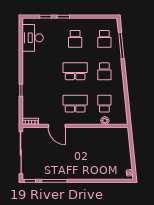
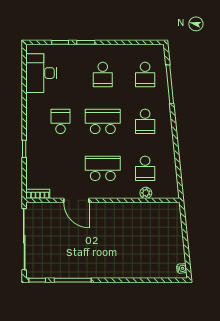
school desk: (46, 71) -> (60, 121), added
school desk: (104, 104) -> (145, 168), turned 180

